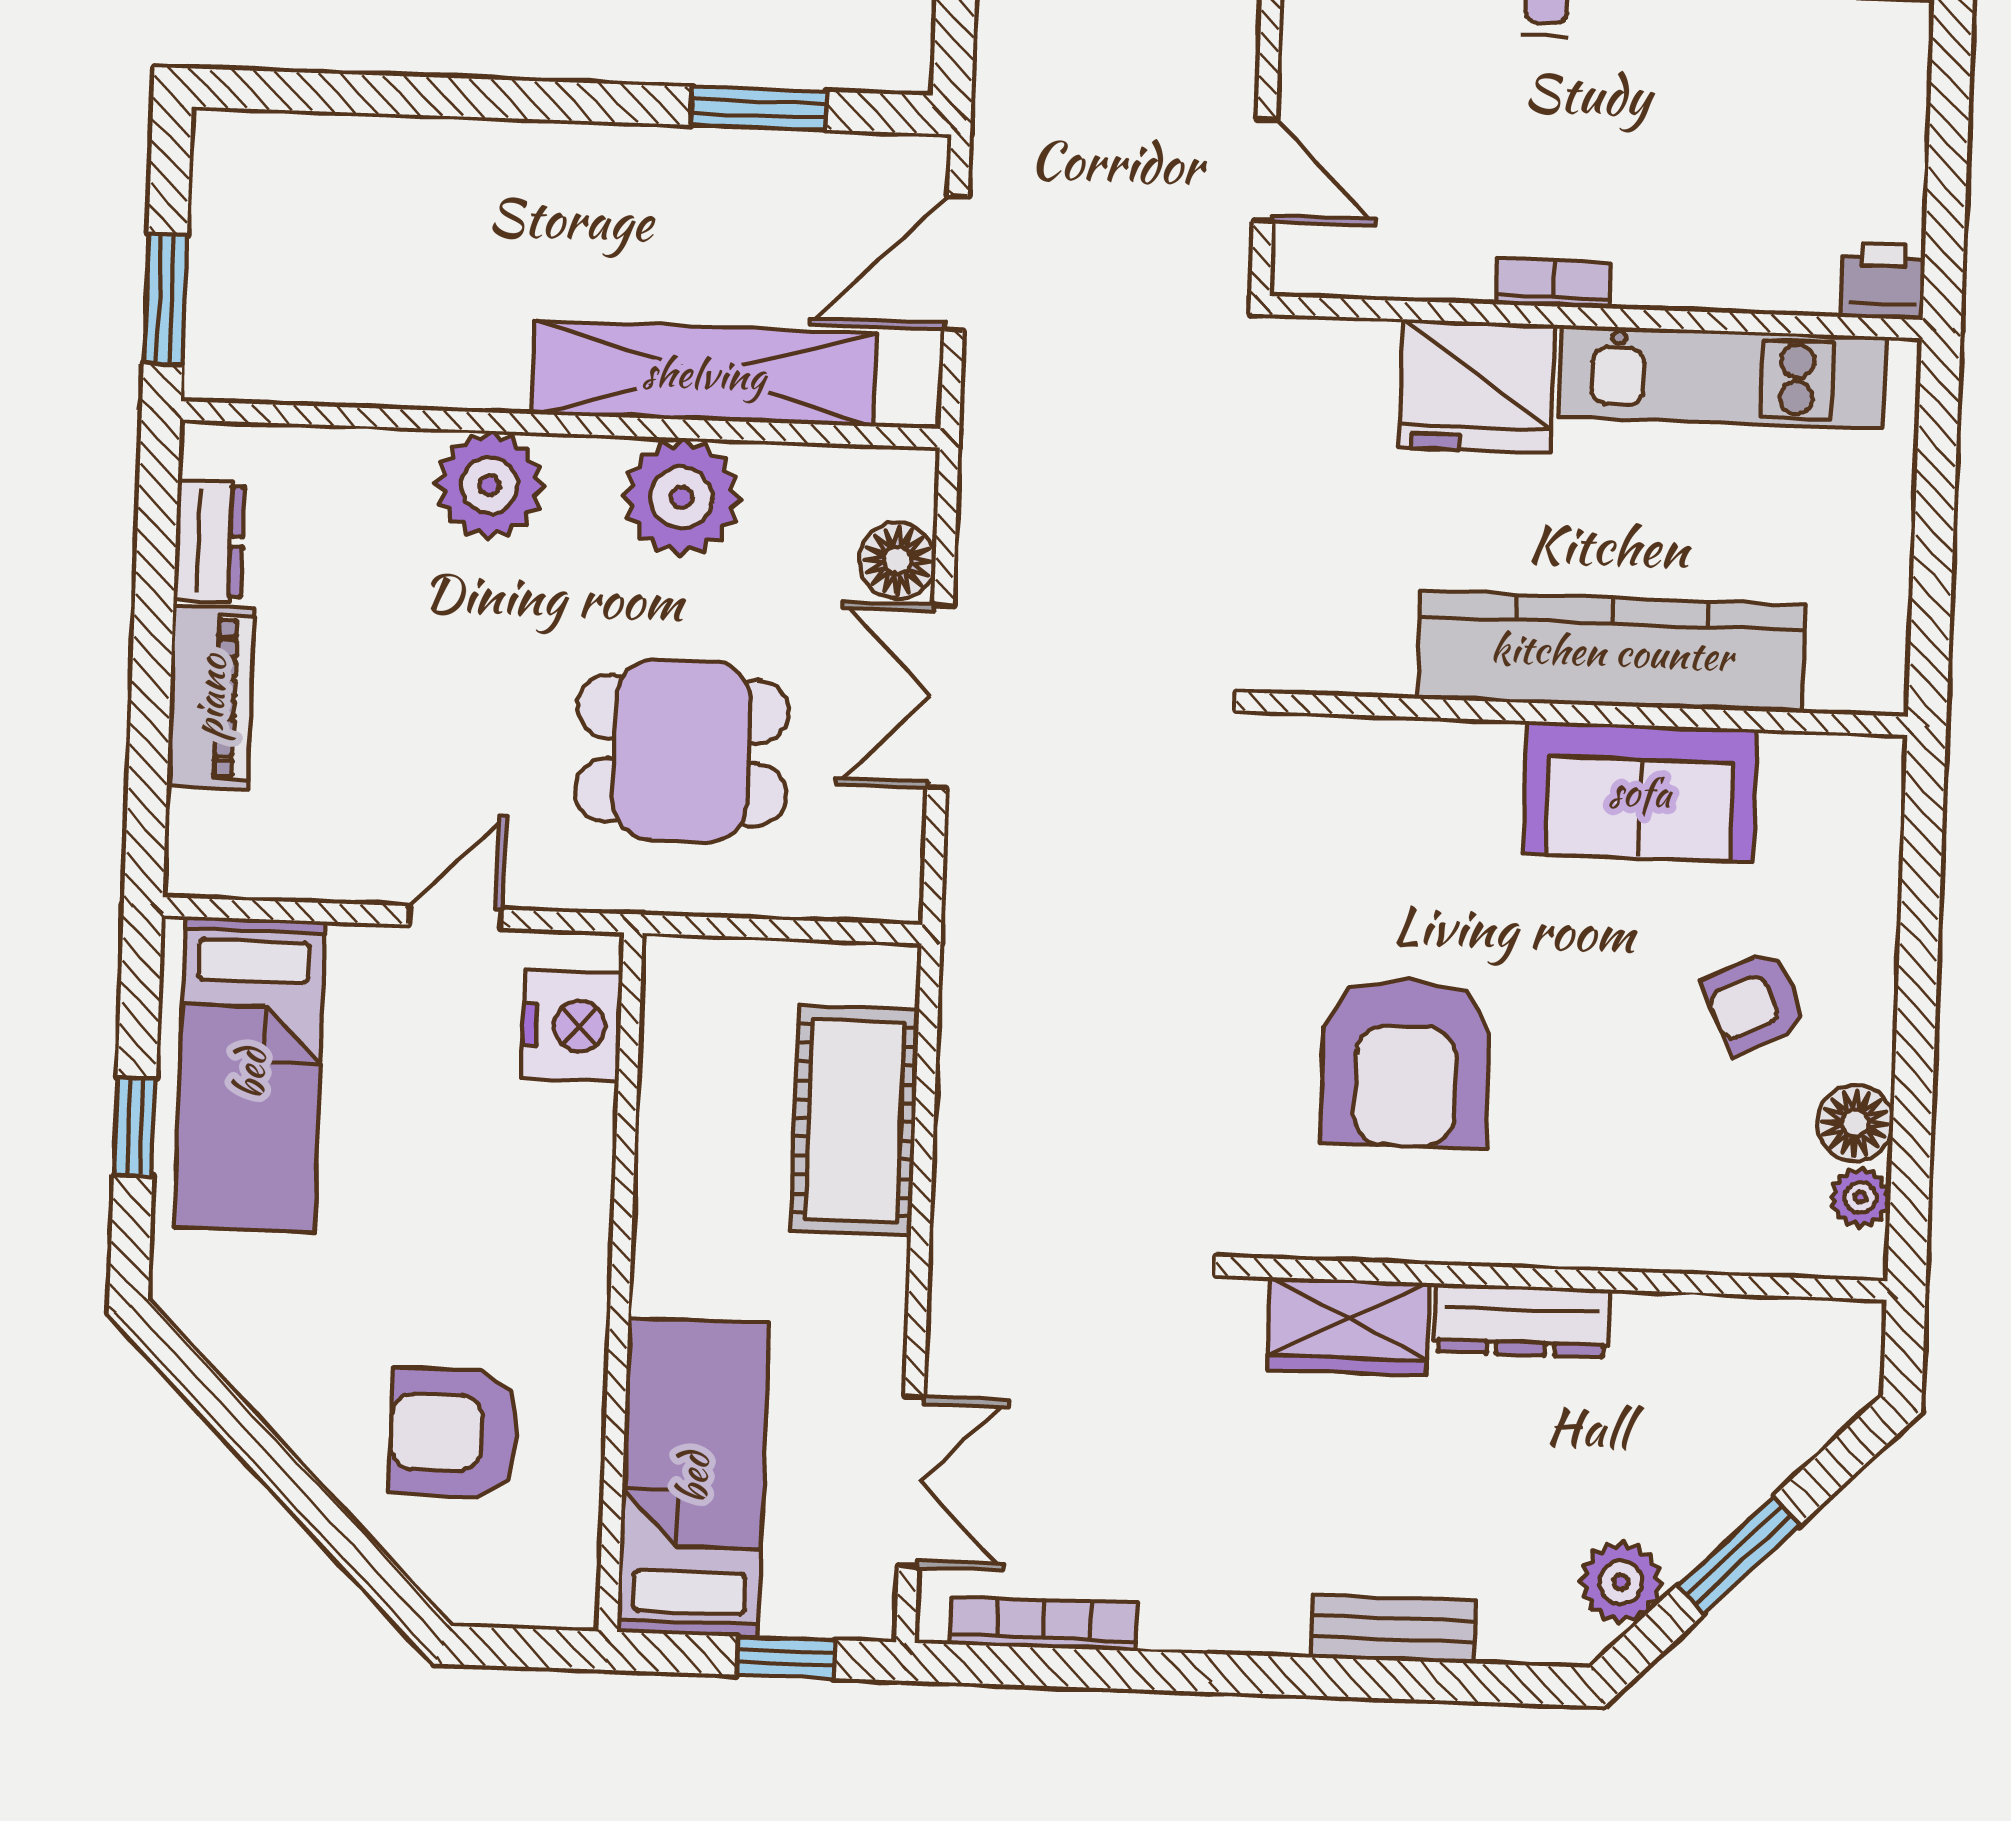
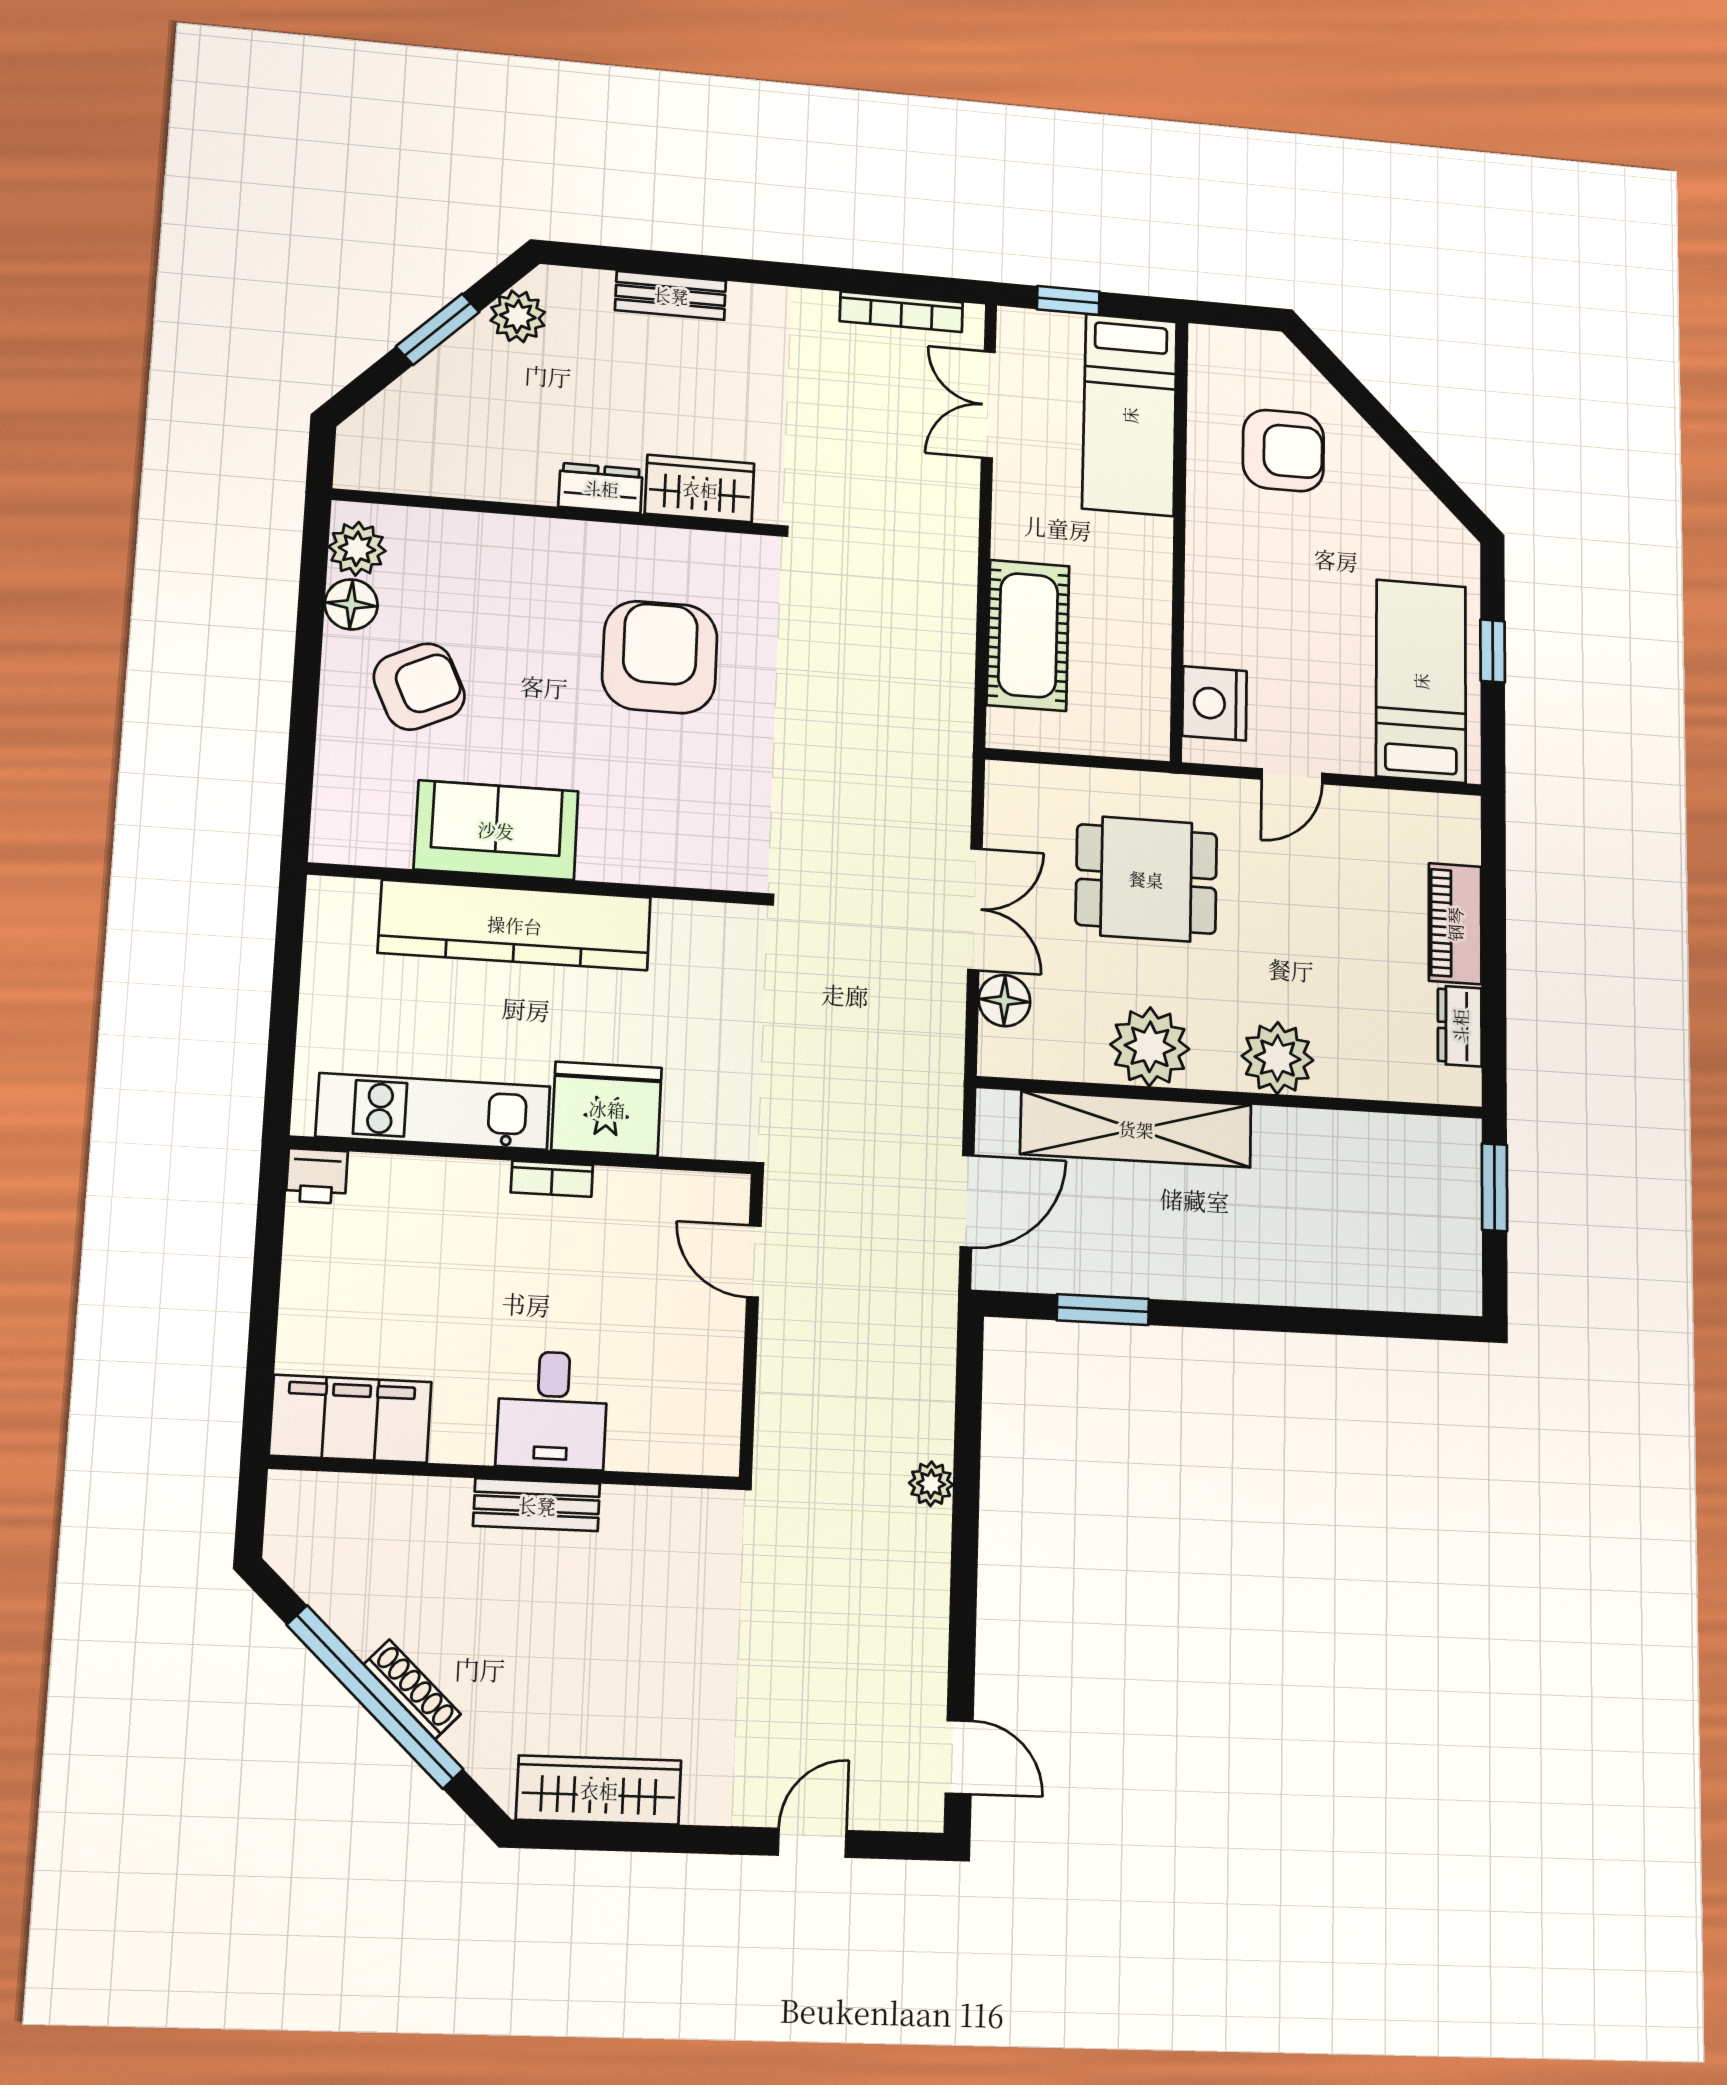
armchair: (1755, 1003) -> (419, 687), width x1.38, depth x1.38
plant: (1860, 1198) -> (357, 549), width x1.38, depth x1.38
dresser: (1522, 1320) -> (601, 488), width x0.70

